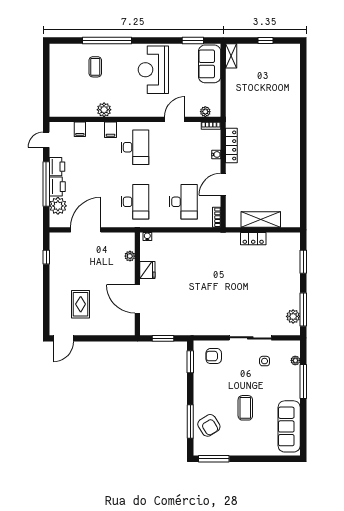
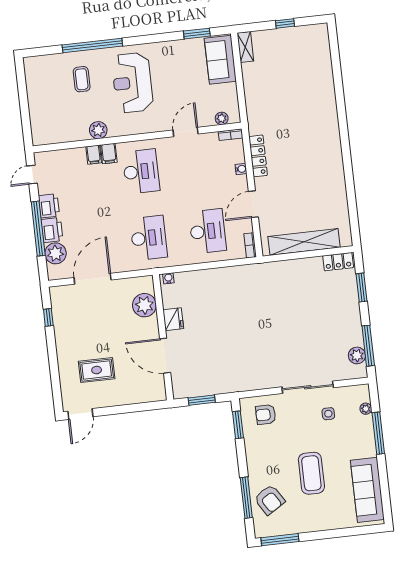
reception desk: (153, 70) -> (132, 83), moved
filing cabinet: (80, 129) -> (94, 155), moved
shelving: (261, 219) -> (304, 242), width x1.47
locker: (253, 239) -> (338, 262), moved
plant: (130, 256) -> (144, 305), width x1.87, depth x1.87
rug: (81, 304) -> (97, 370), turned 90
coffee table: (245, 408) -> (311, 473), width x1.36, depth x1.32

